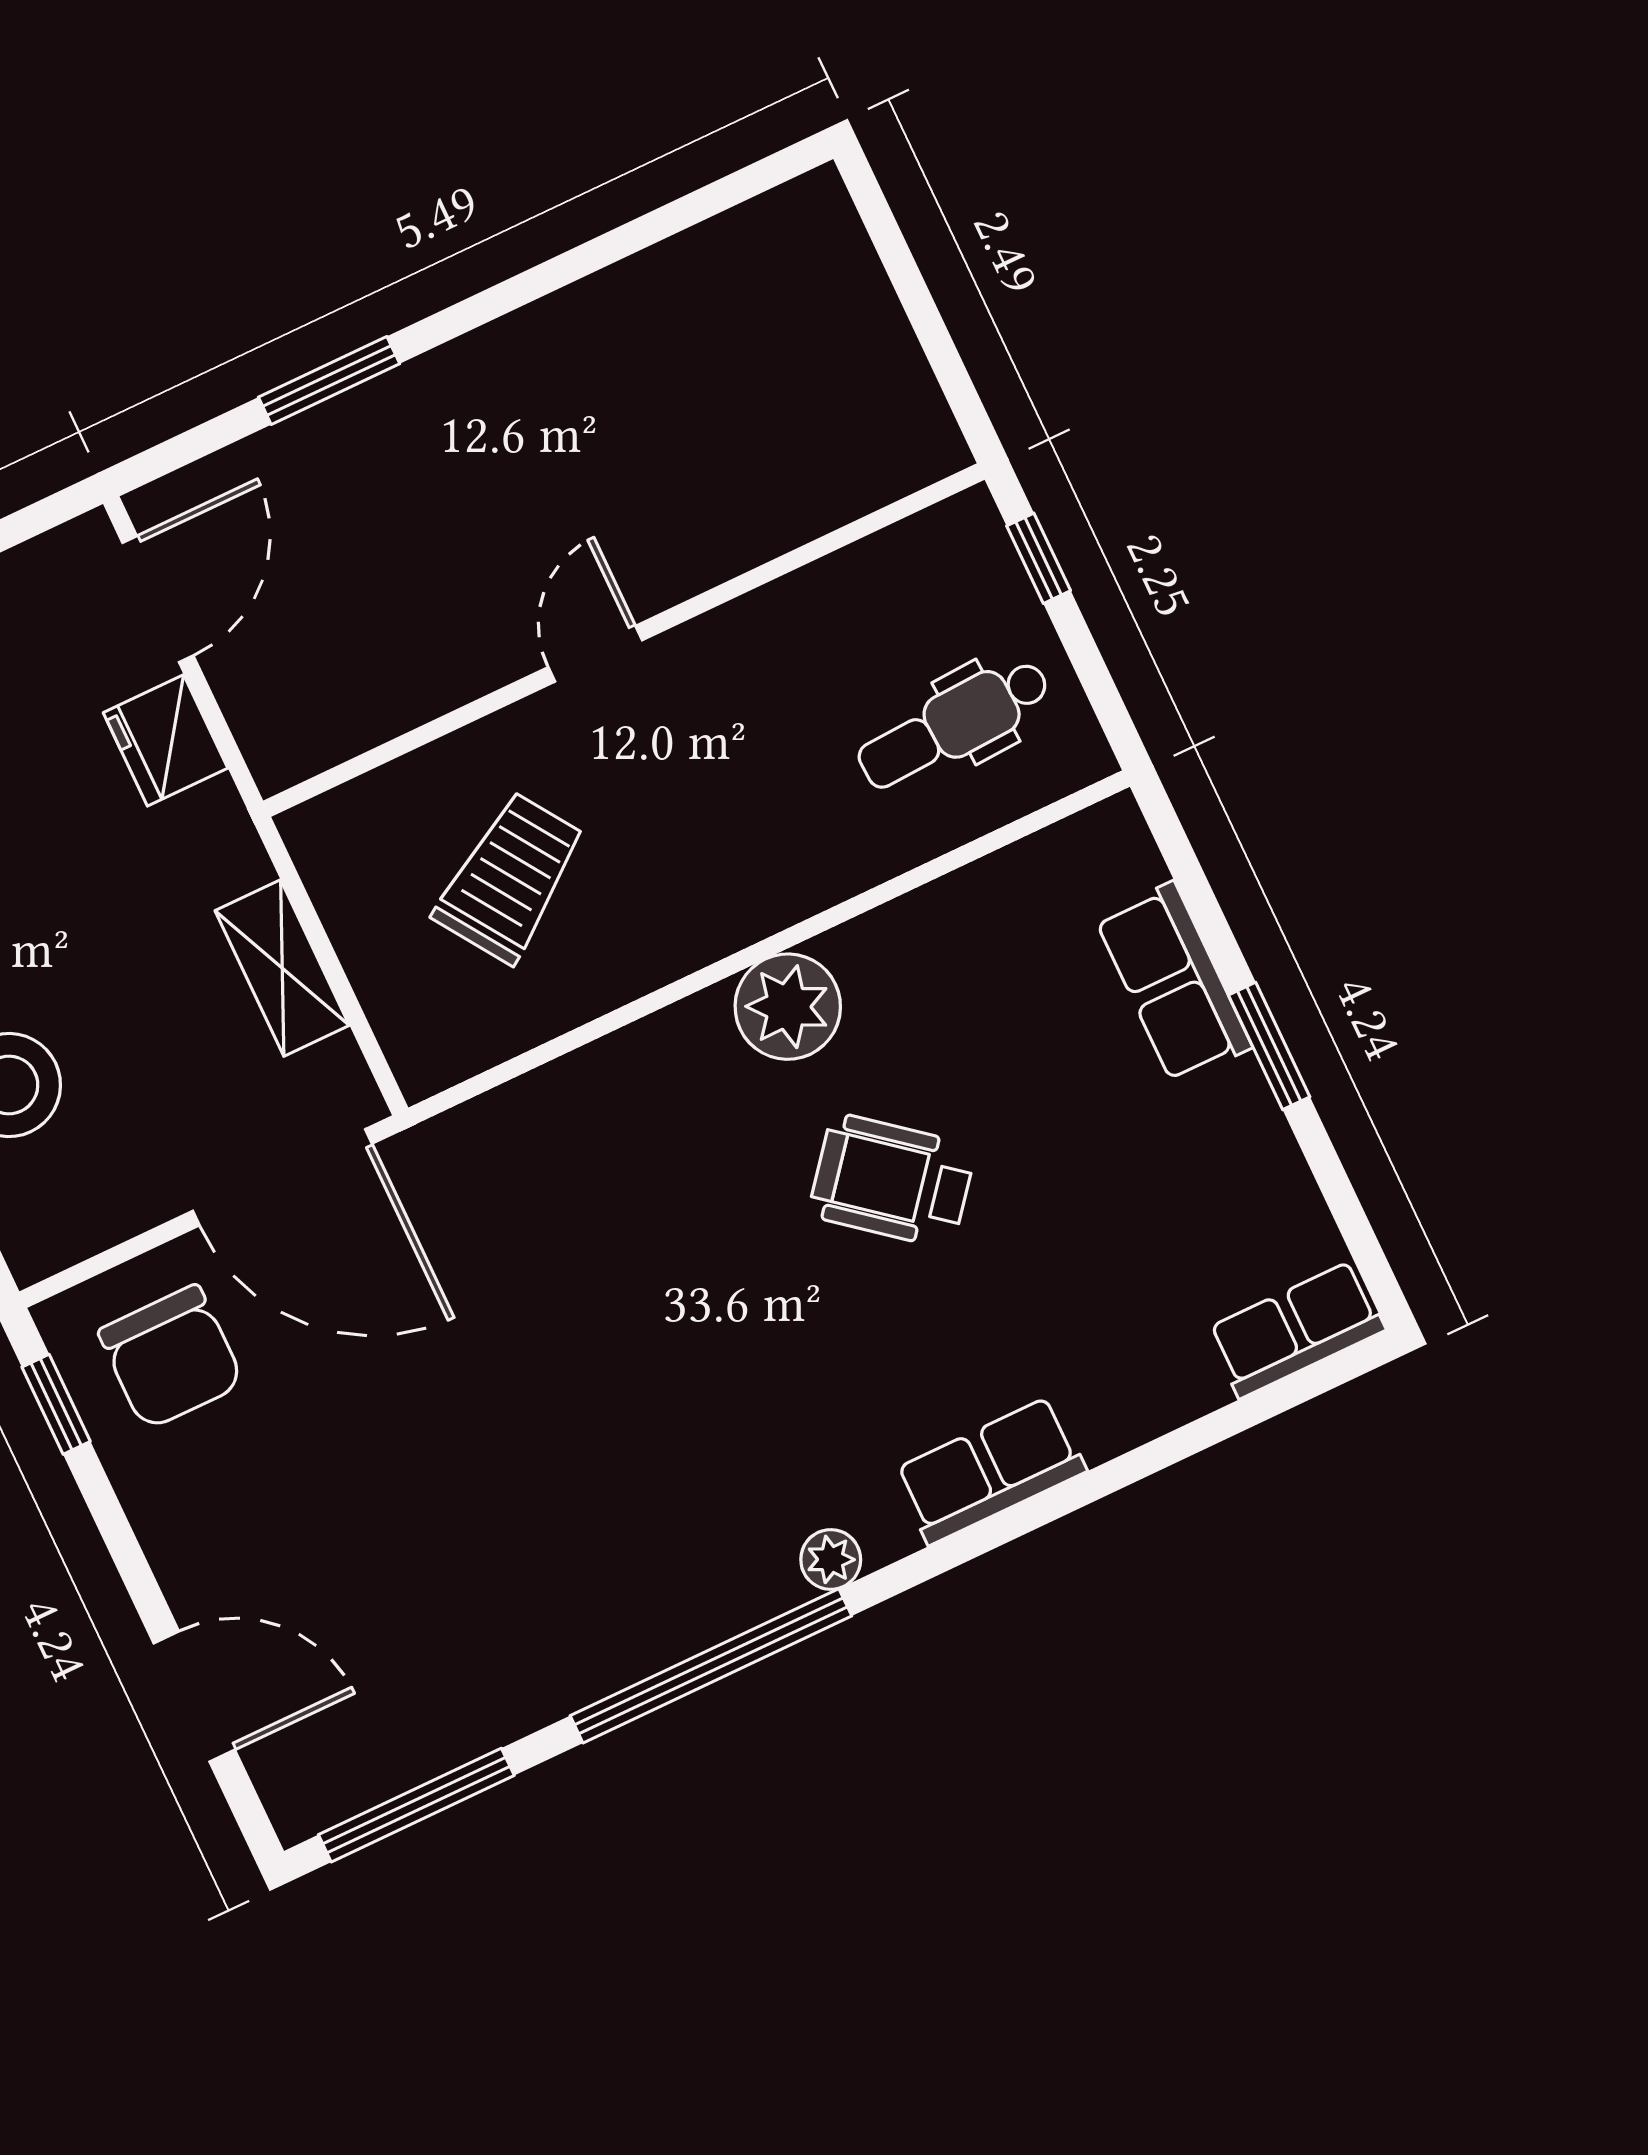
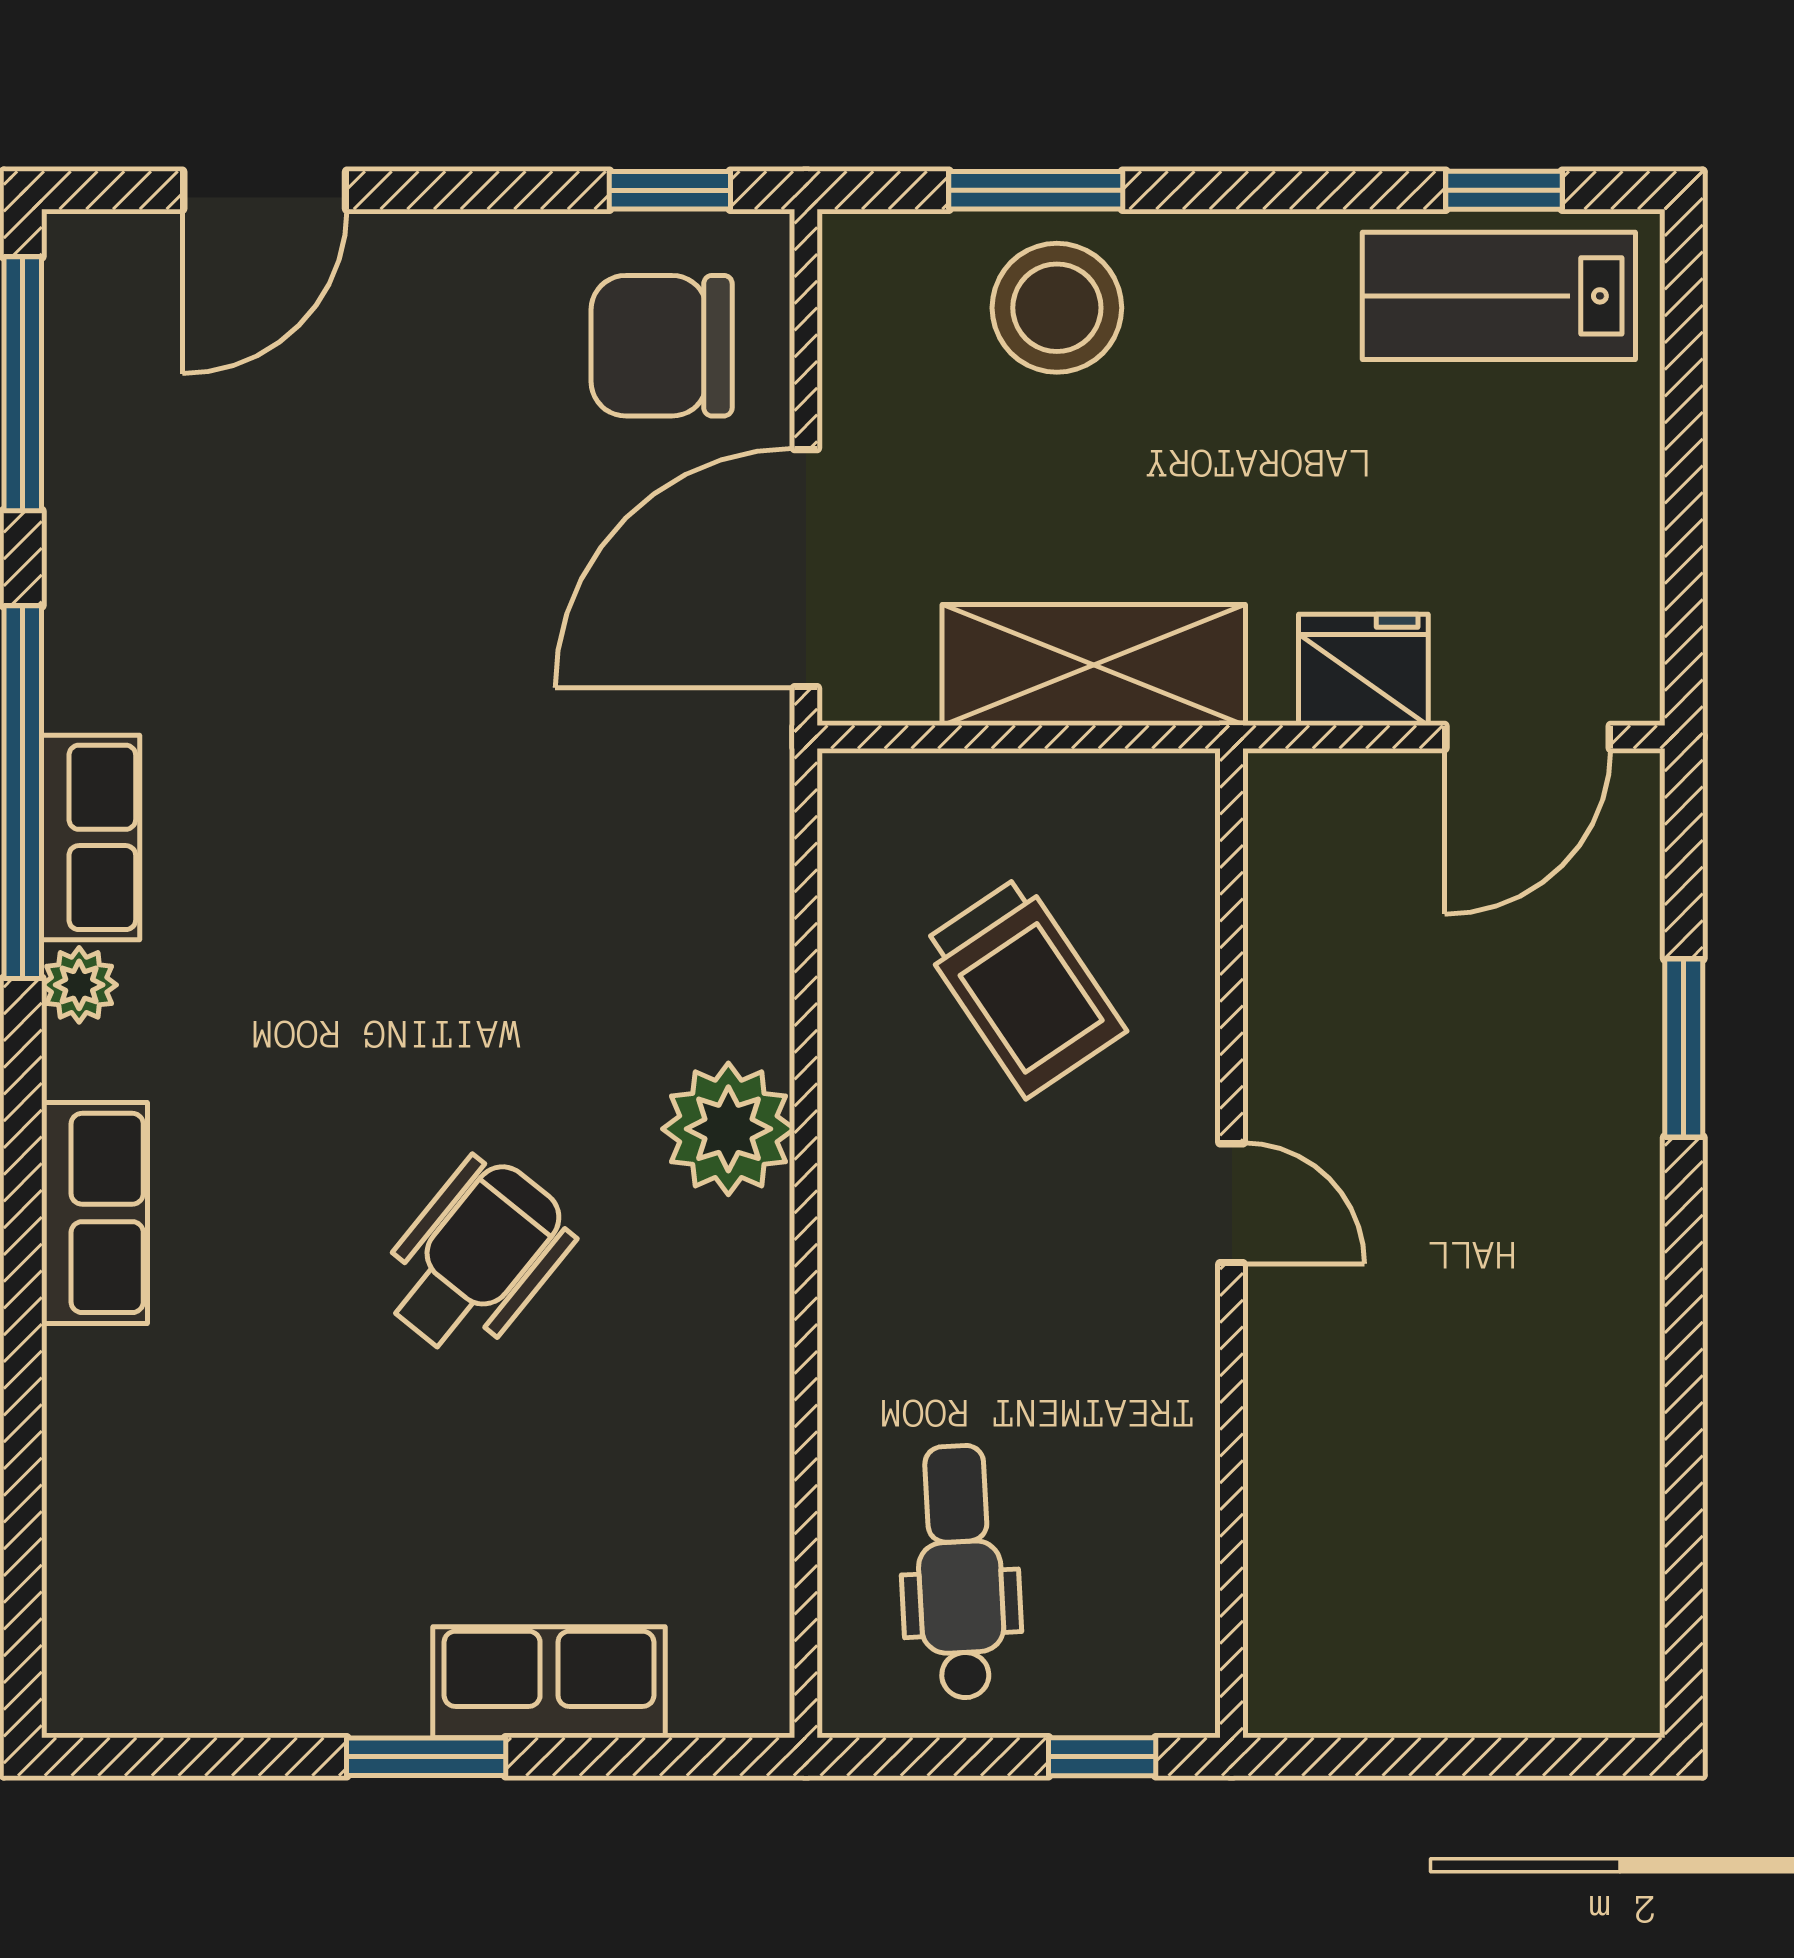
door: (158, 599) -> (1528, 737), hinge flipped
shelving: (282, 968) -> (1094, 665), width x1.50, depth x1.33
plant: (788, 1007) -> (728, 1129), moved
row of seats: (1296, 1329) -> (91, 837), moved

